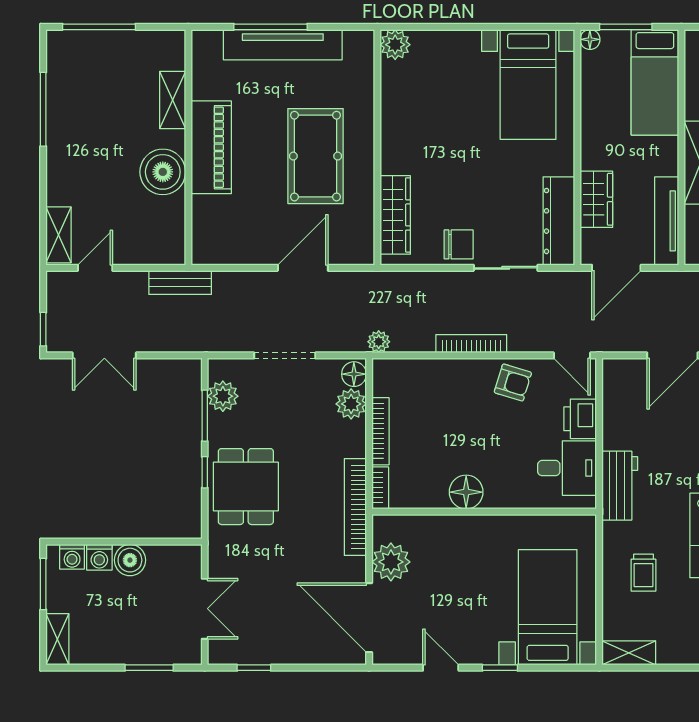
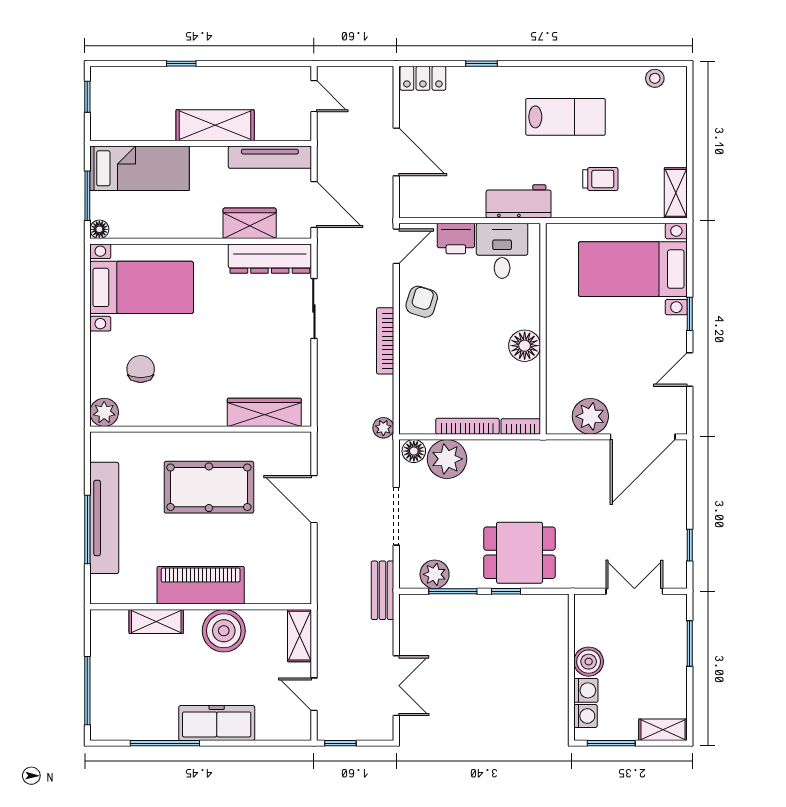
freezer: (65, 164) -> (217, 723), added
shelving: (59, 235) -> (300, 636), moved, turned 90
chair: (459, 244) -> (141, 369), moved
bench: (180, 283) -> (382, 590), moved
window: (43, 329) -> (340, 743), moved
plant: (351, 404) -> (447, 459), width x1.36, depth x1.36
bookcase: (355, 507) -> (539, 450), removed

